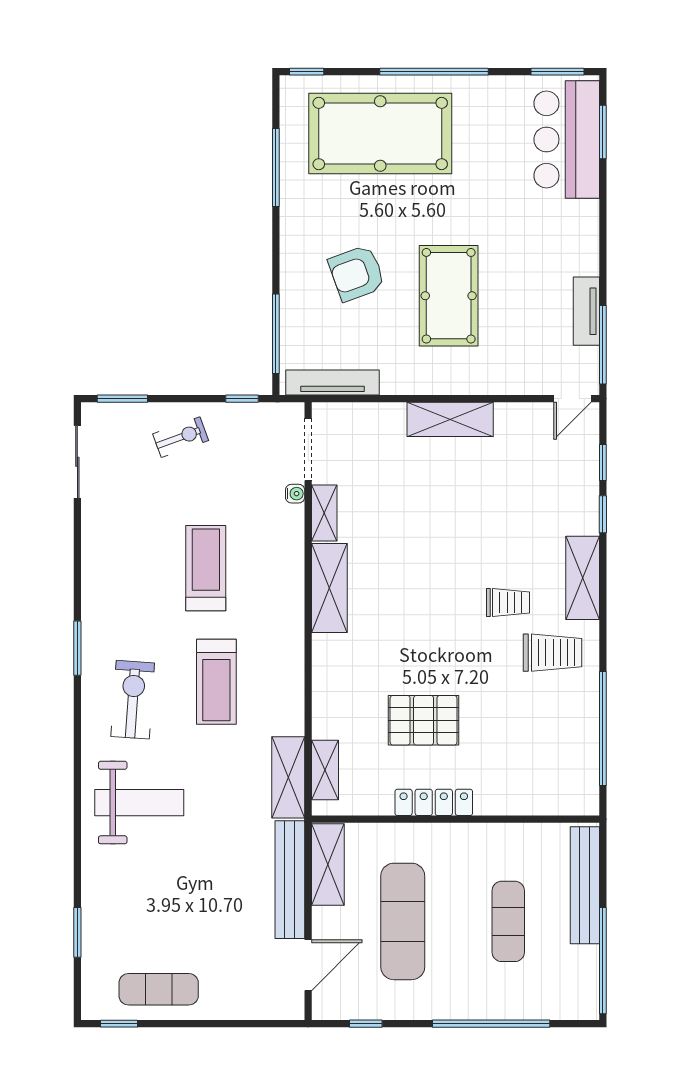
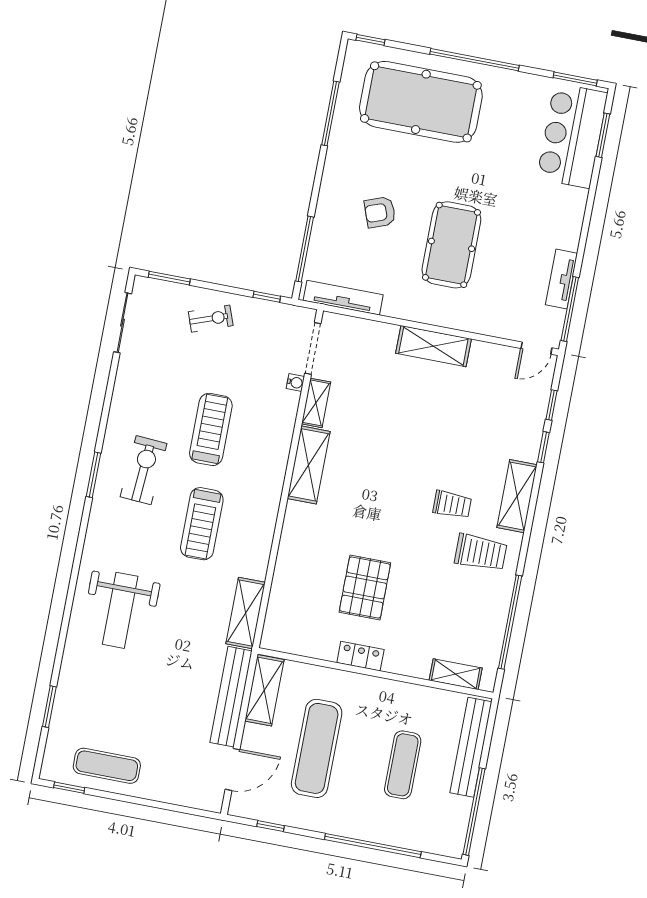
armchair: (357, 273) -> (380, 212), width x0.72, depth x0.72
exercise bike: (133, 700) -> (144, 470), moved
pallet: (424, 720) -> (365, 587), turned 90
shelving: (325, 770) -> (456, 674), moved, turned 90
locker: (434, 802) -> (360, 656), width x0.66
weight bench: (139, 803) -> (120, 610), turned 90

